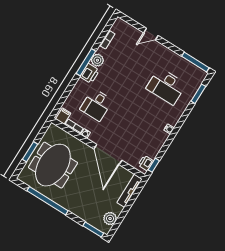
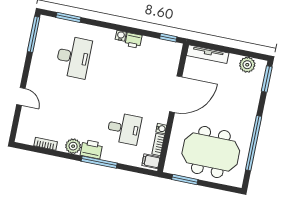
window: (86, 62) -> (99, 162), moved
window: (30, 152) -> (185, 179), moved
printer: (146, 163) -> (133, 40), moved

